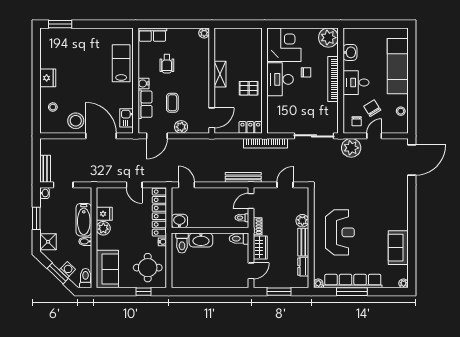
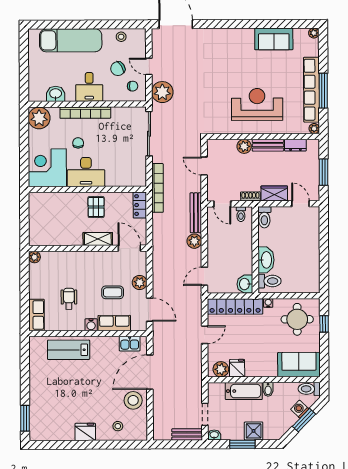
wheelchair: (167, 64) -> (69, 299), turned -90
shelving: (220, 74) -> (98, 239), moved
plant: (218, 176) -> (194, 241), added
plant: (103, 228) -> (221, 369), moved
shower: (48, 242) -> (254, 431), moved

